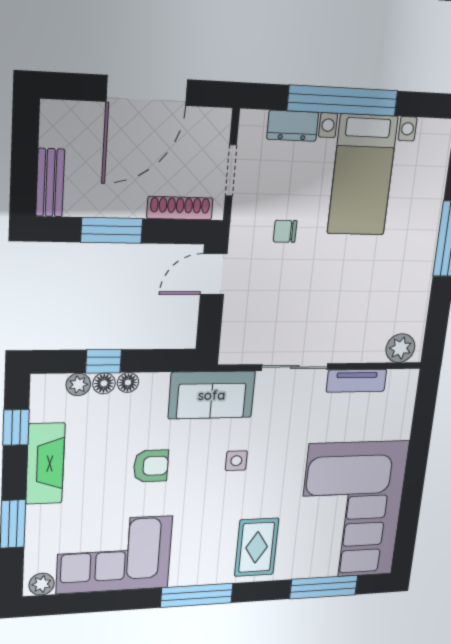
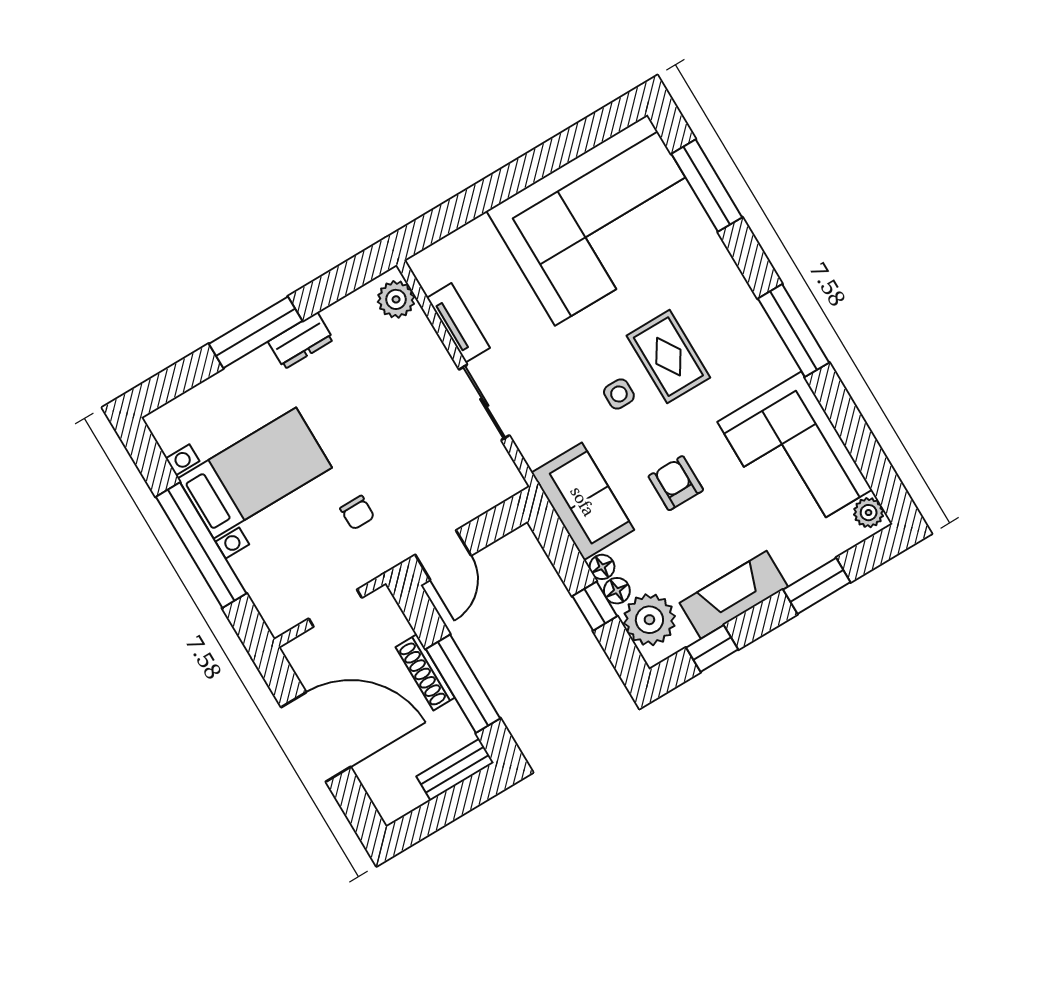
dresser: (293, 126) -> (301, 341), moved, turned 90
shoe rack: (180, 208) -> (425, 672), moved
window: (112, 230) -> (463, 684), width x1.44
door: (214, 274) -> (443, 555), hinge flipped
plant: (78, 385) -> (649, 620), width x1.88, depth x1.88
sofa: (212, 395) -> (583, 501), moved
rug: (257, 547) -> (668, 357), moved, turned 90

